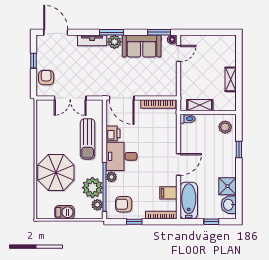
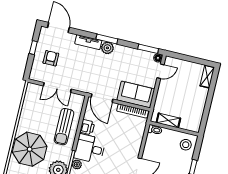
sofa: (142, 46) -> (136, 95), moved, turned 180
armchair: (46, 77) -> (51, 58), moved
shelving: (231, 79) -> (207, 77), moved

